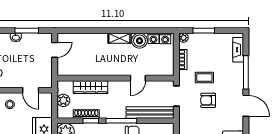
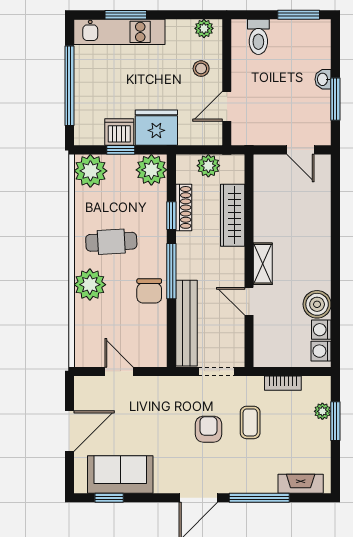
shelving: (119, 38) -> (263, 264), moved
plant: (184, 38) -> (322, 411), moved

